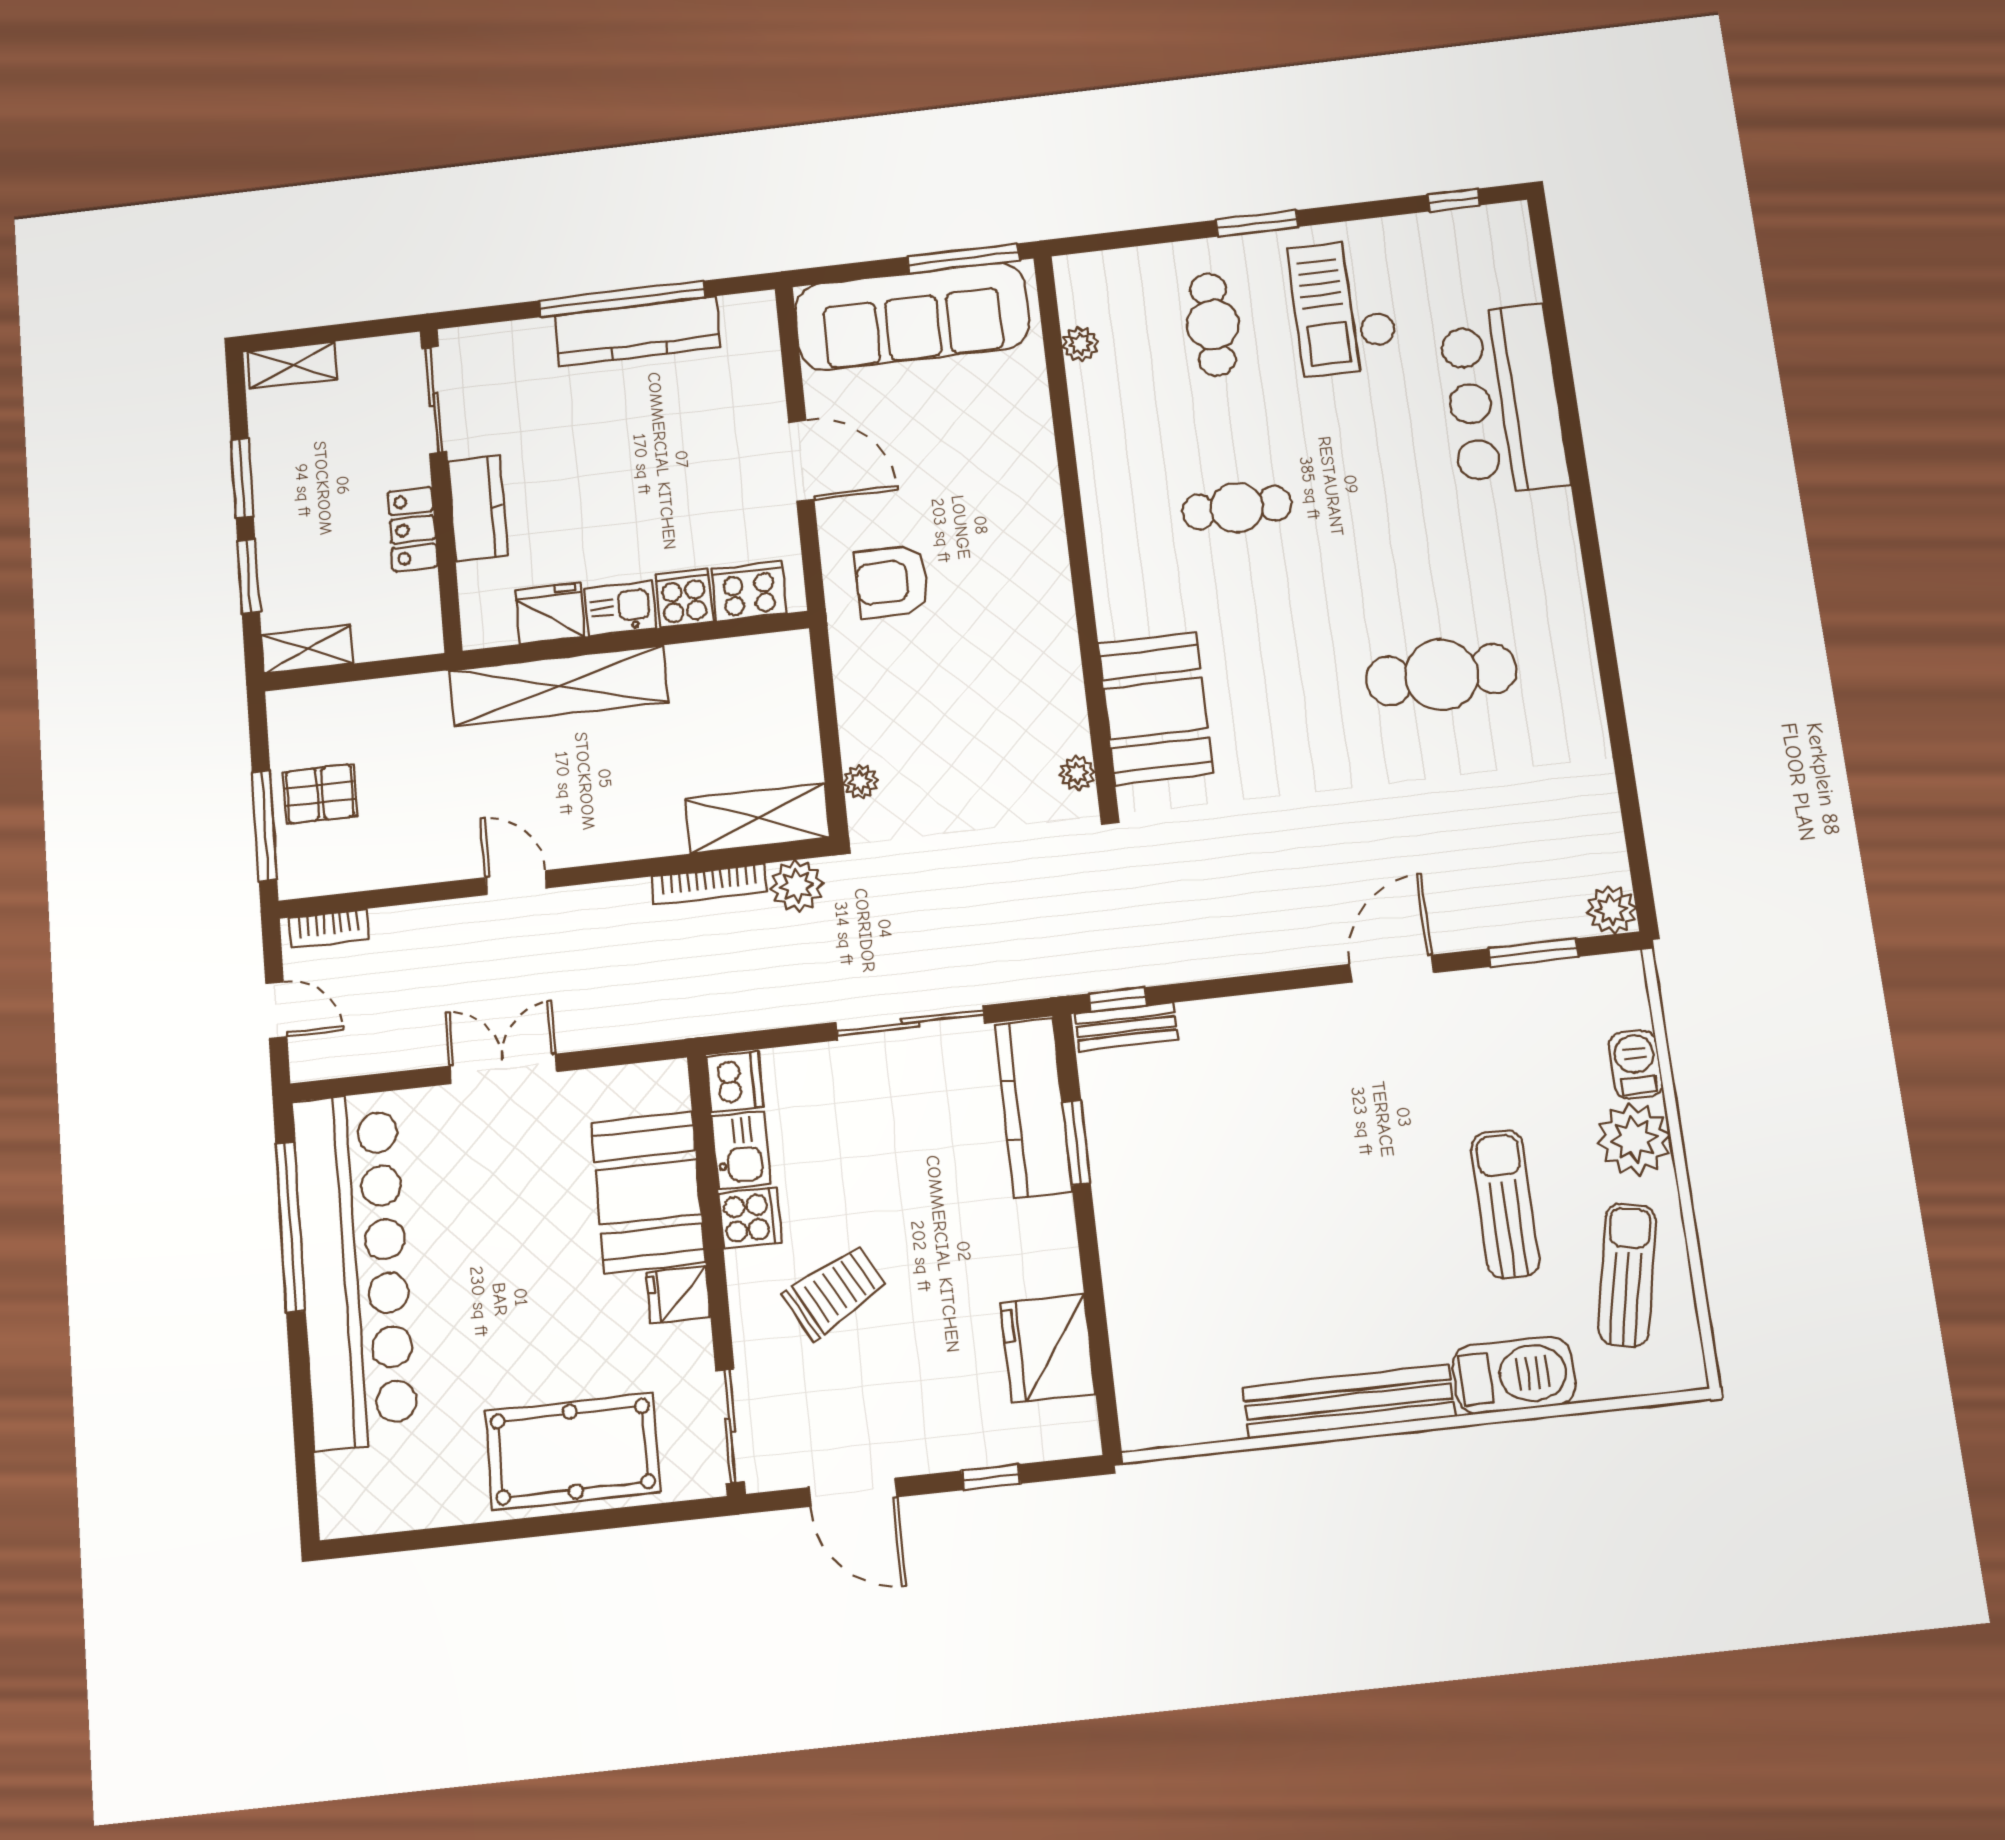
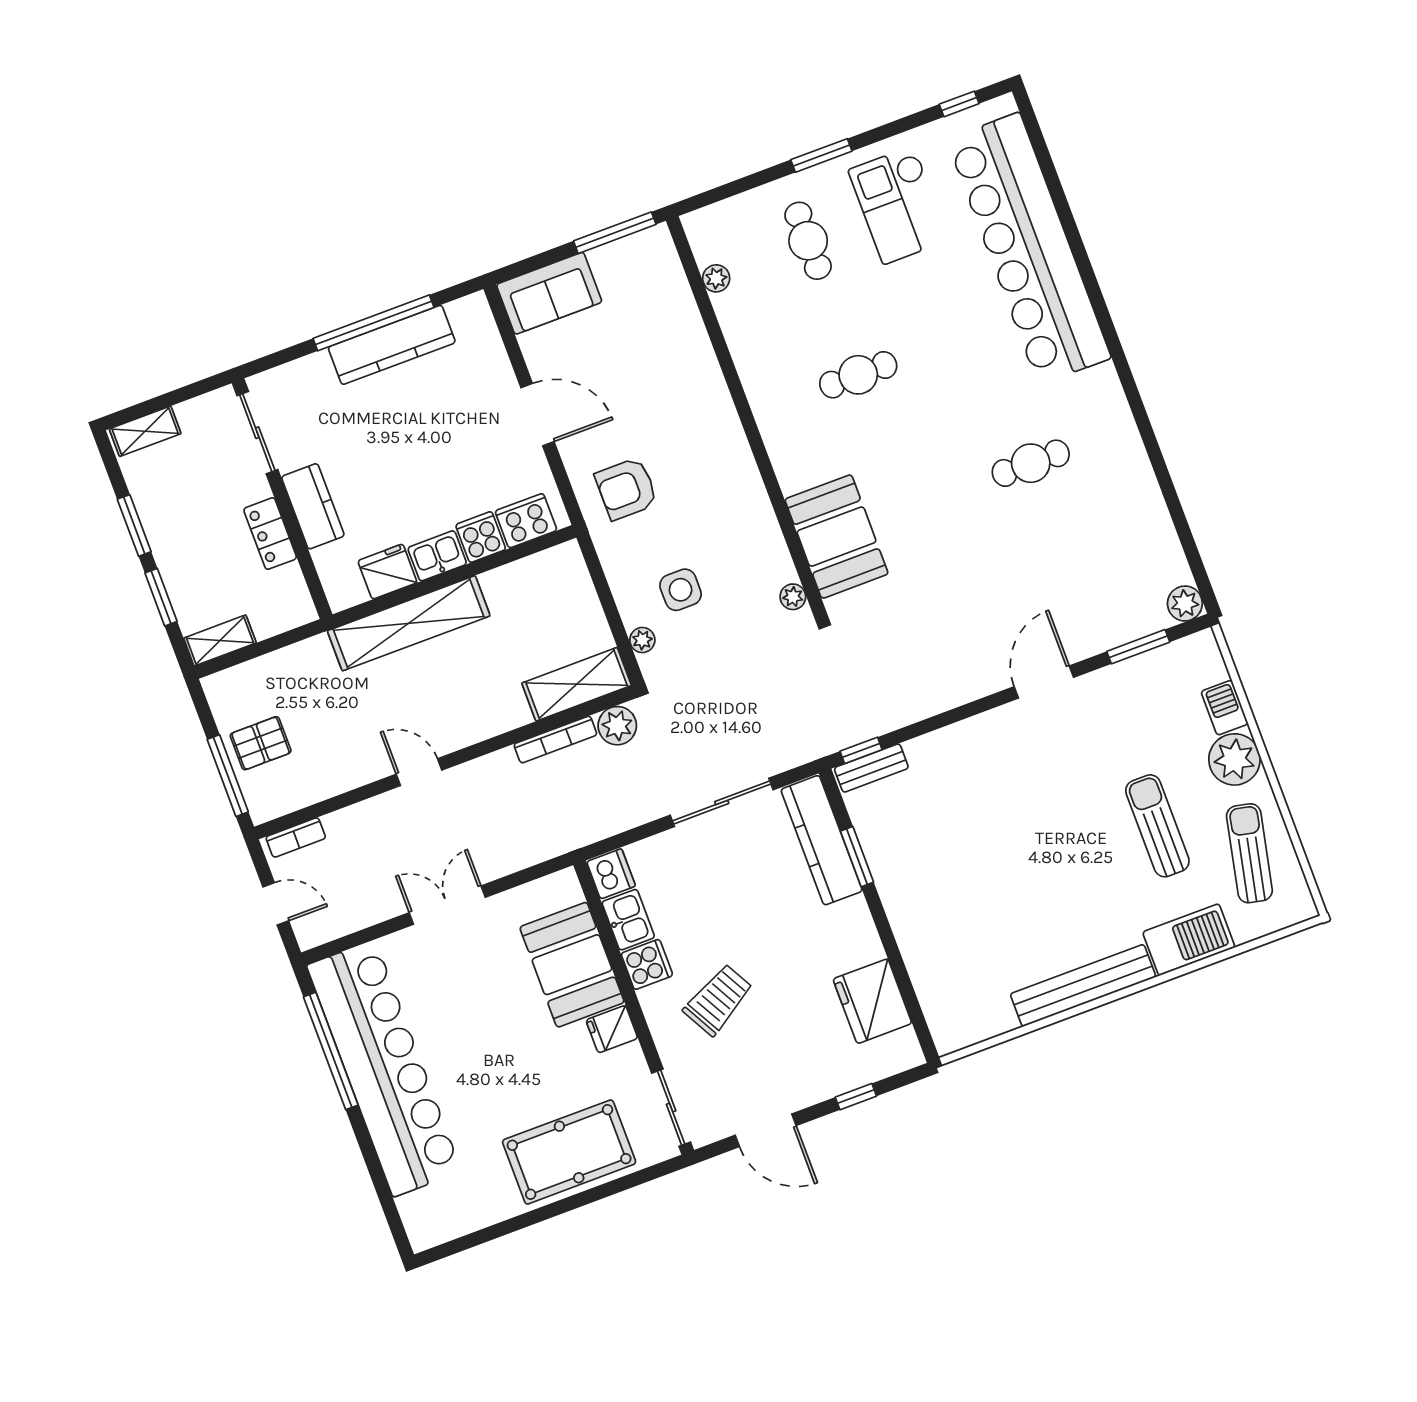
sofa: (912, 316) -> (549, 293), width x0.54, depth x0.79
bar counter: (1503, 400) -> (1029, 249), width x1.86
cafe table: (1441, 675) -> (1031, 463), width x0.73, depth x0.74
side table: (929, 728) -> (681, 590), added

